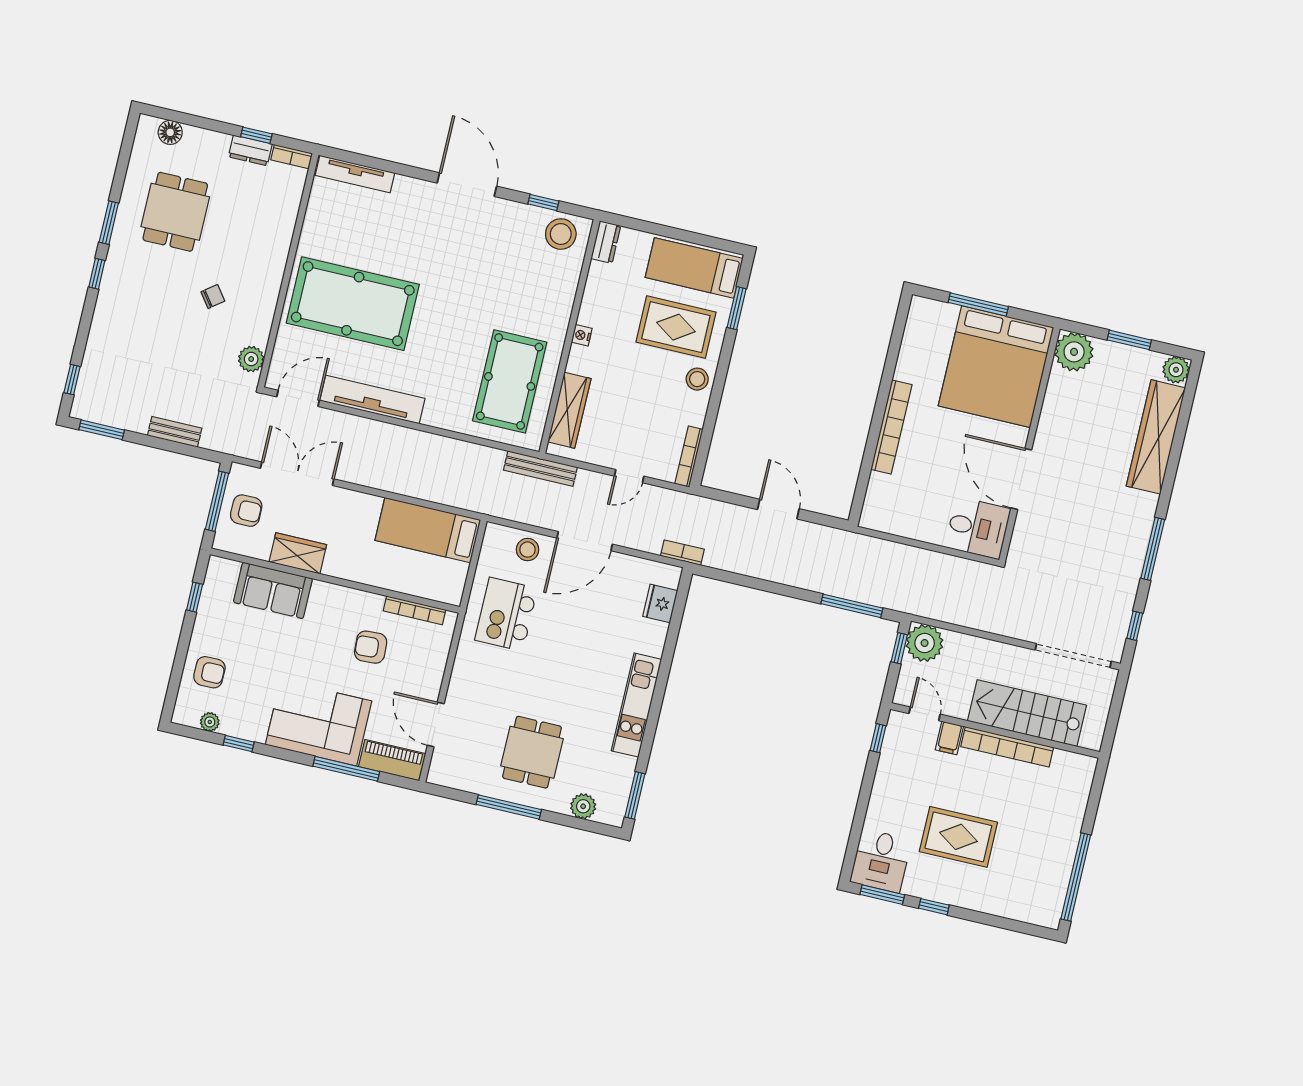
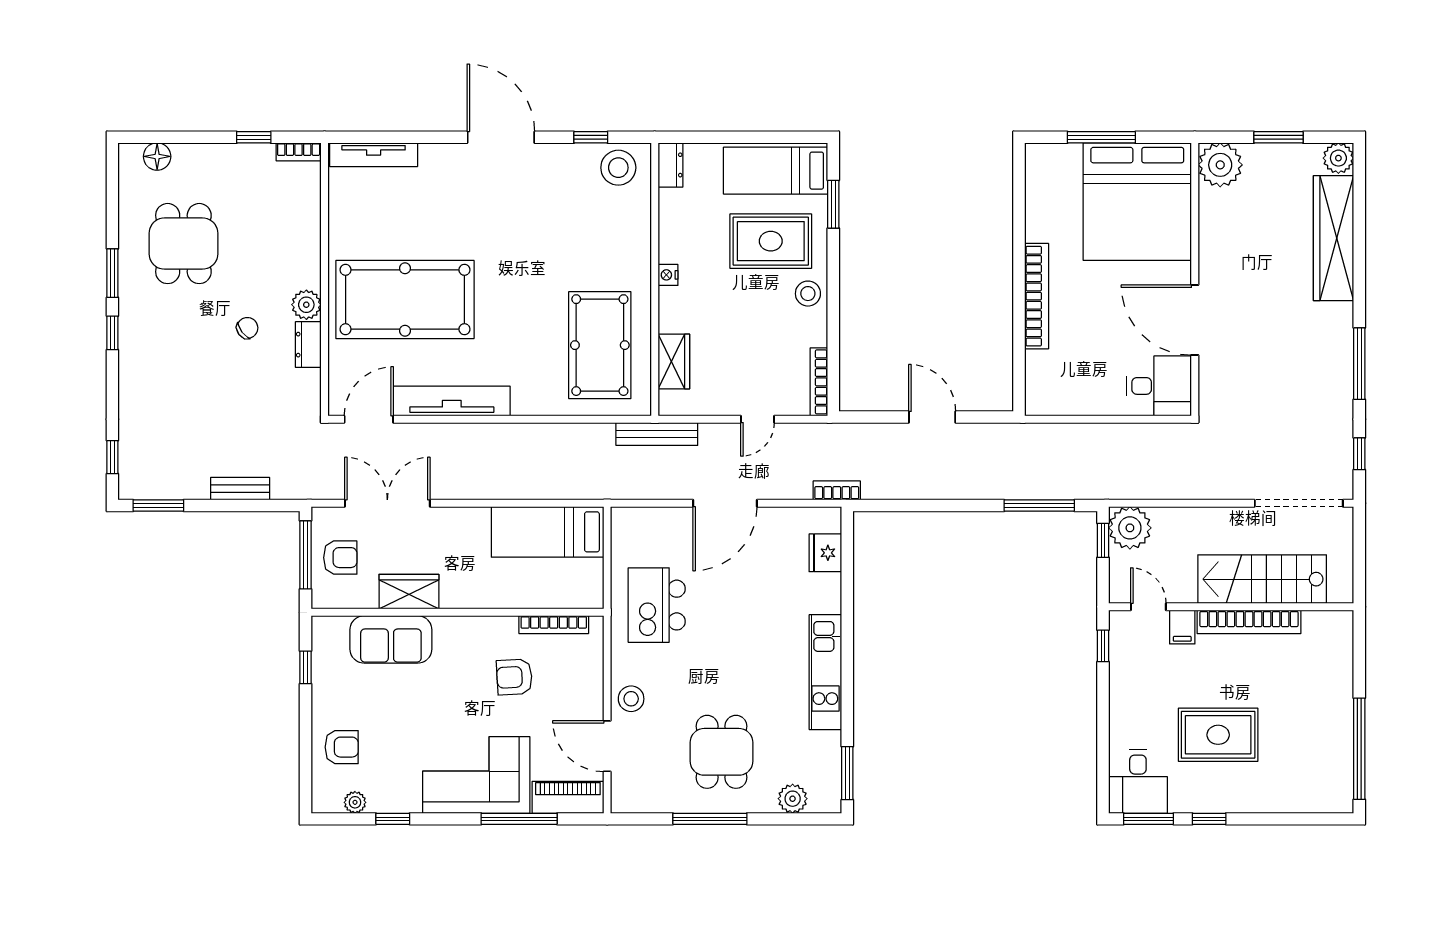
dresser: (250, 150) -> (308, 345), moved, turned 90
plant: (251, 359) -> (306, 305), moved
wardrobe: (569, 410) -> (674, 362), width x0.67
stool: (527, 550) -> (631, 699), moved

